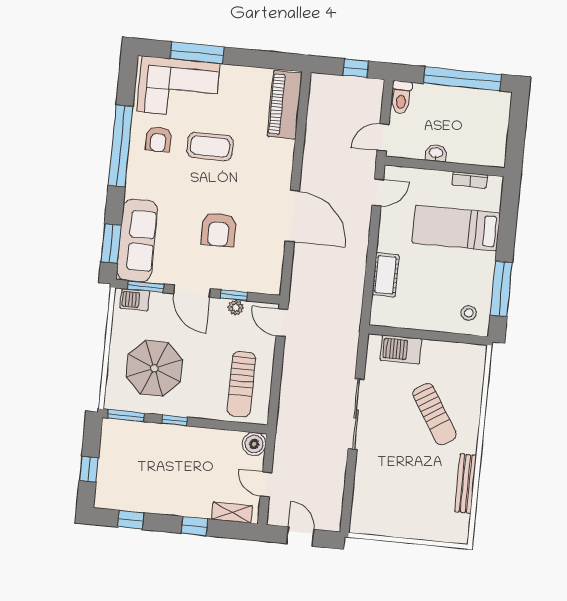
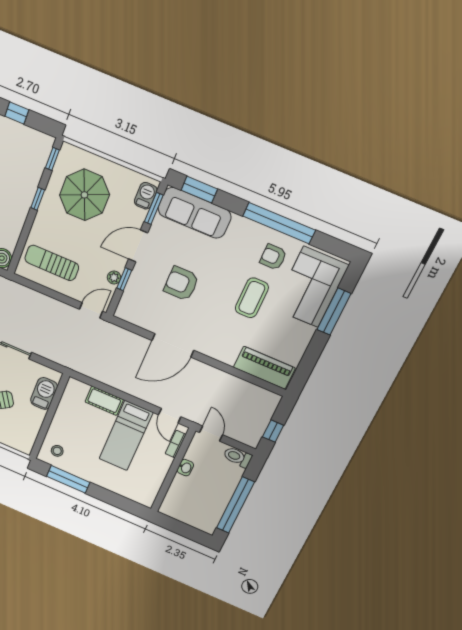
bookcase: (470, 180) -> (176, 444), moved
bed: (456, 228) -> (126, 436), moved, turned 180
window: (126, 416) -> (52, 159), width x0.67

